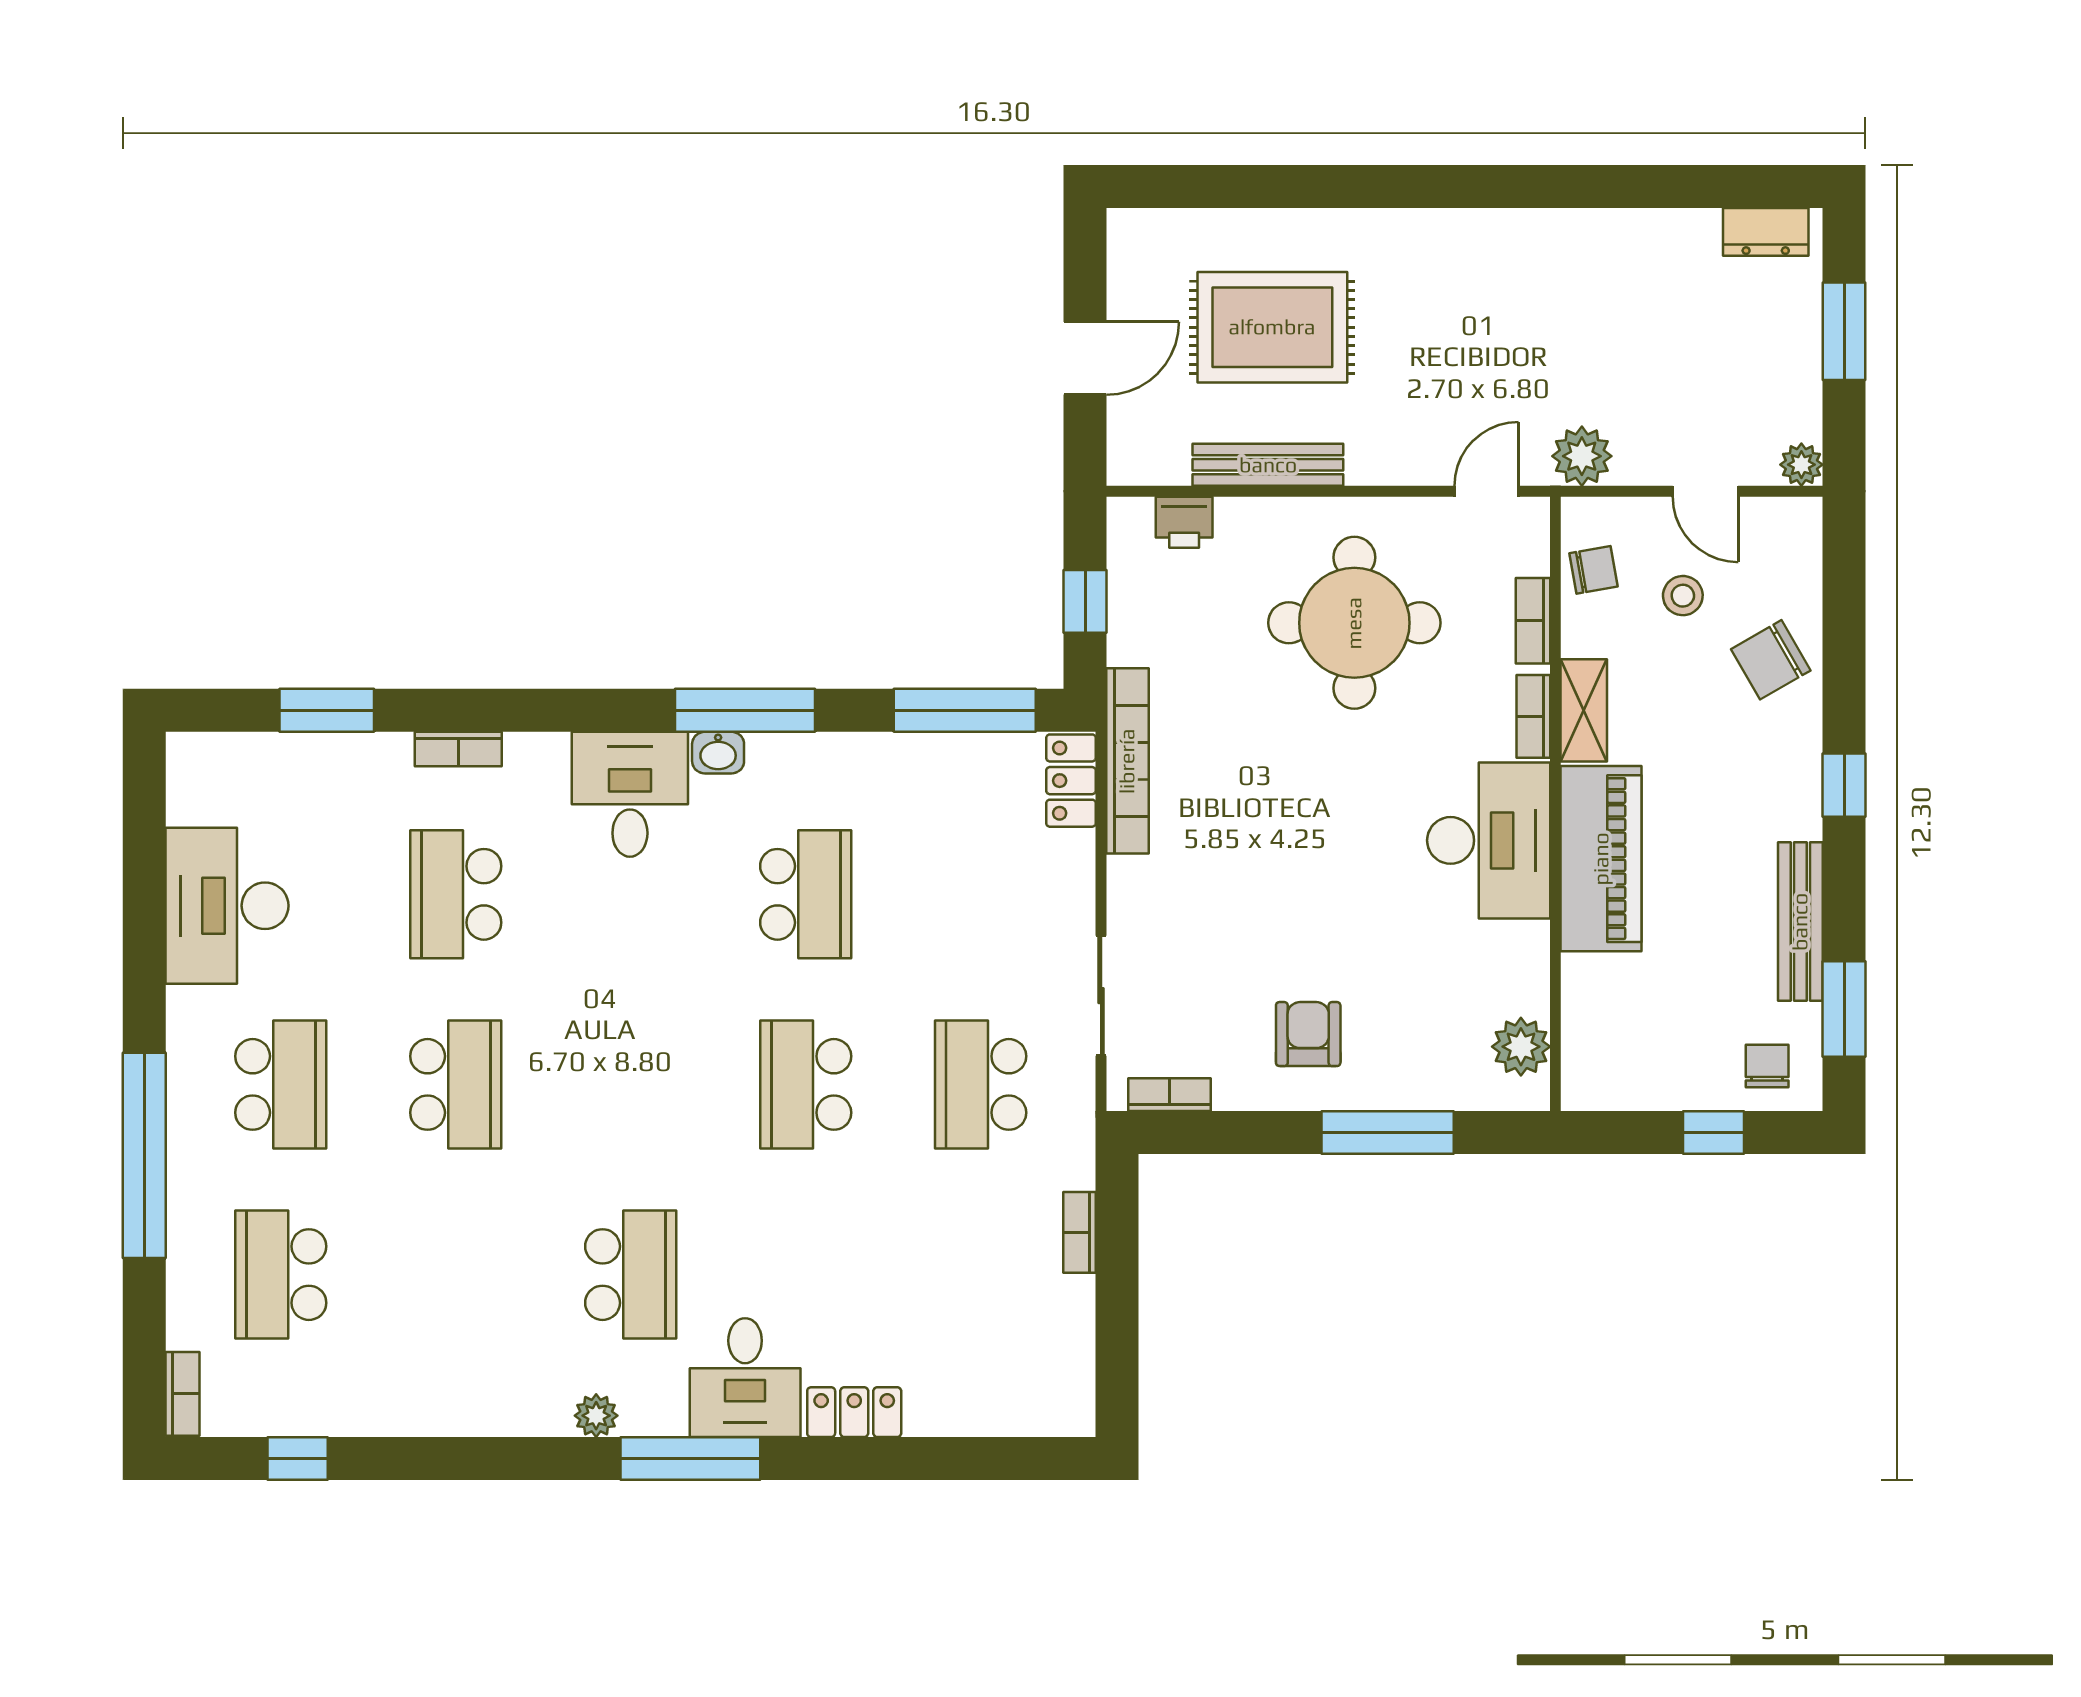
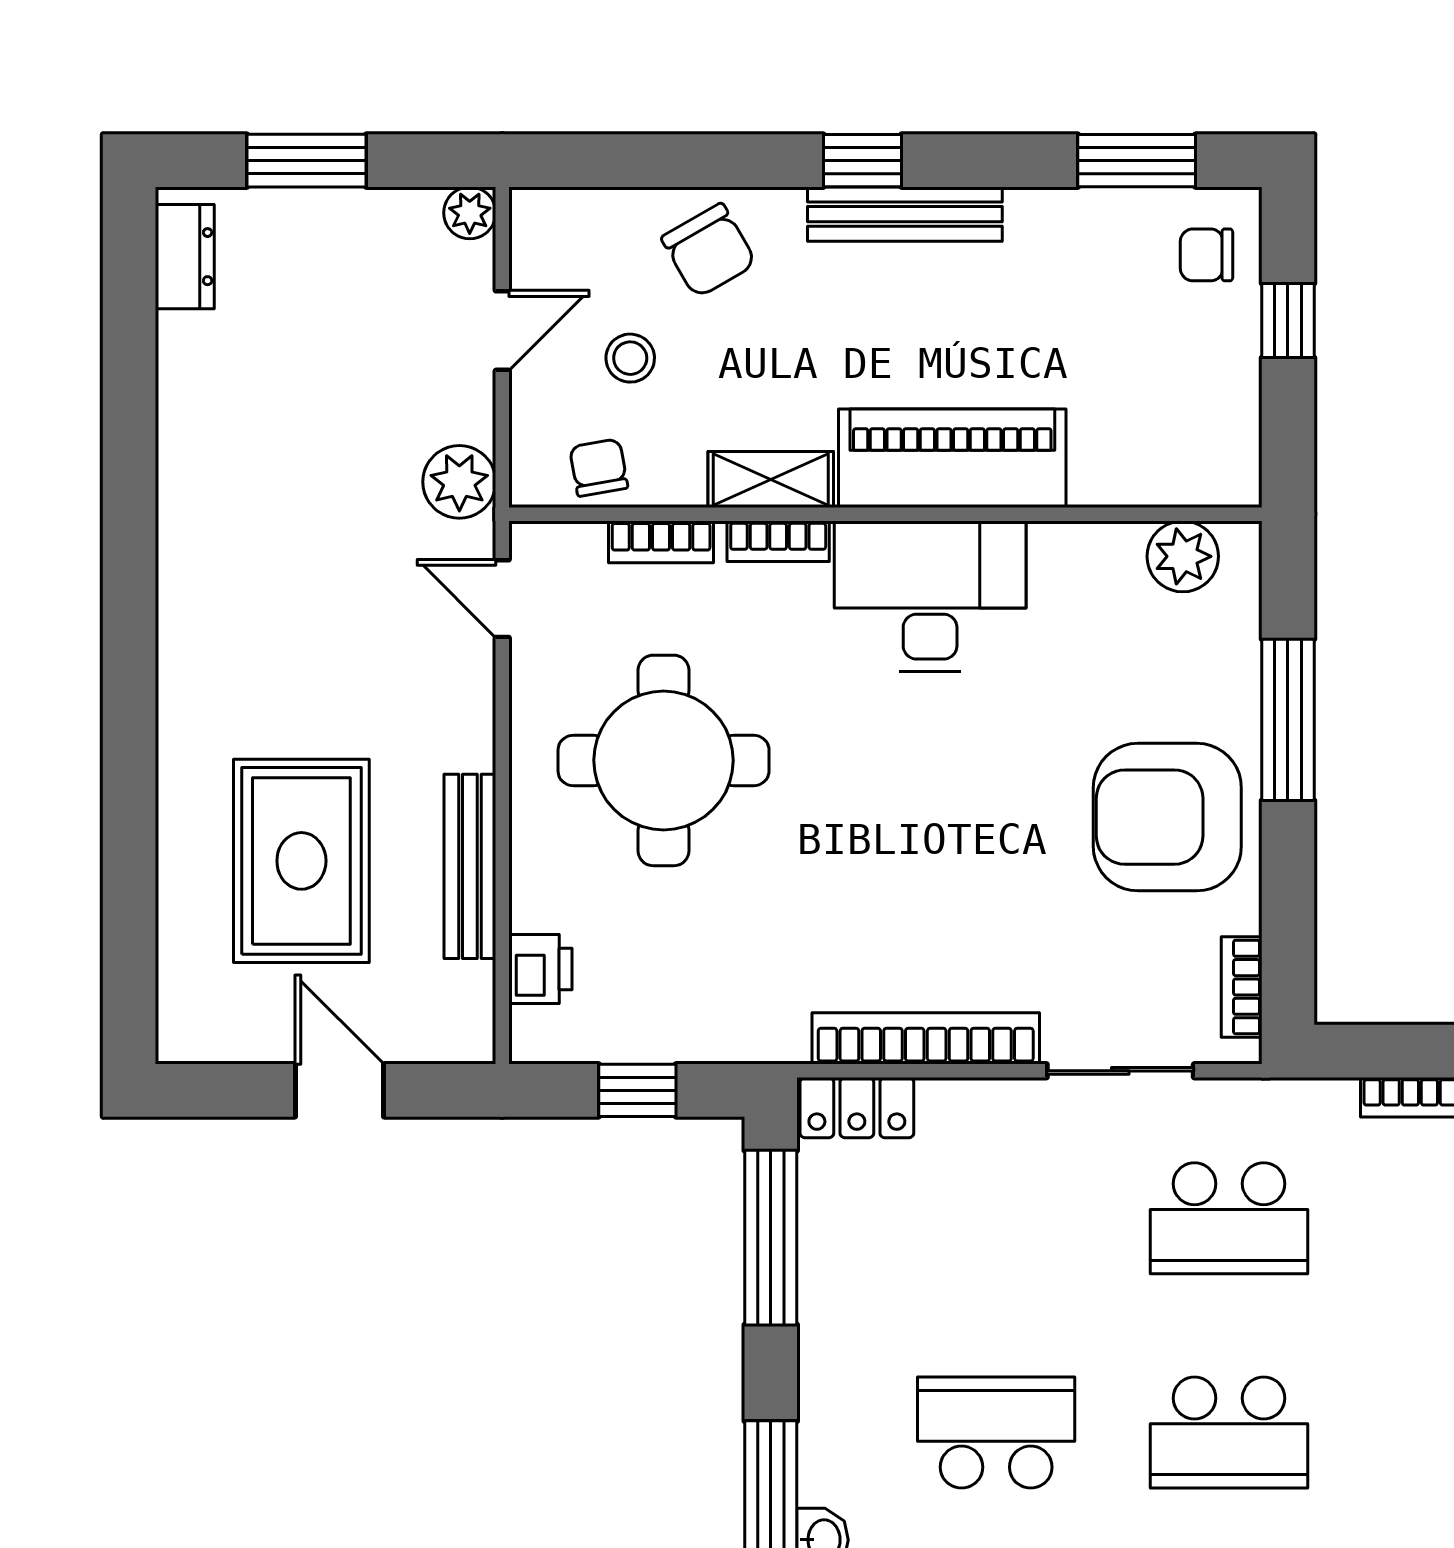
bookcase: (1127, 761) -> (926, 1038), moved
bench: (1800, 922) -> (905, 214), moved
armchair: (1308, 1034) -> (1167, 817), width x1.88, depth x1.88

